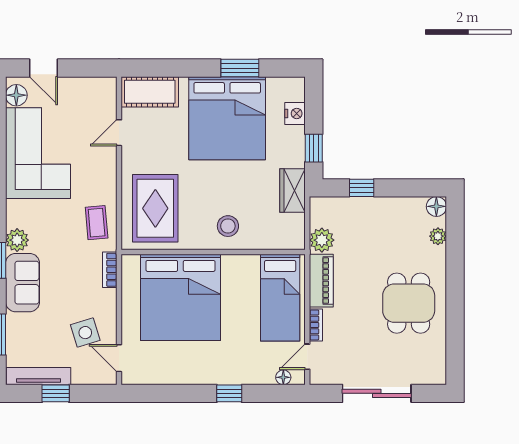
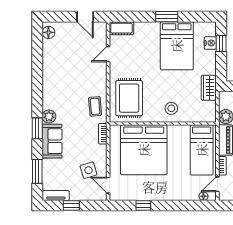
door: (44, 68) -> (85, 17), moved
window: (240, 68) -> (167, 17), moved
cot: (150, 92) -> (121, 28), width x0.73, depth x0.75
bed: (227, 118) -> (177, 46), width x0.73
window: (314, 148) -> (221, 44), moved
corner sofa: (38, 153) -> (61, 66), removed
tv unit: (39, 376) -> (56, 195), width x0.71
window: (229, 393) -> (143, 206), moved

